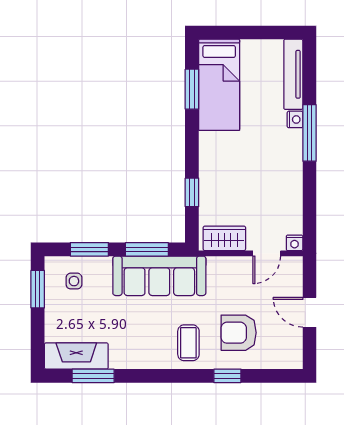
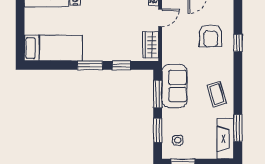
window: (192, 89) -> (90, 65), moved
door: (267, 253) -> (160, 18), hinge flipped
sofa: (159, 276) -> (174, 86), width x0.73
coffee table: (188, 343) -> (217, 94), moved, turned 74

